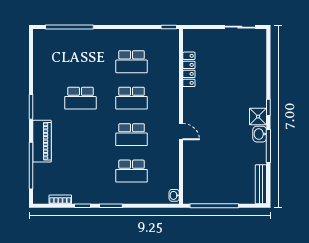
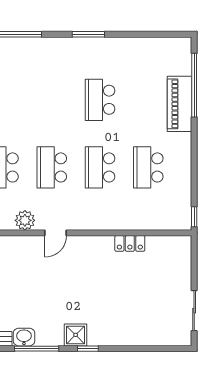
locker: (189, 69) -> (130, 243), width x0.66
washbasin: (260, 134) -> (24, 337), moved
piano: (42, 141) -> (179, 104), moved, turned 90
plant: (171, 155) -> (25, 220), added

